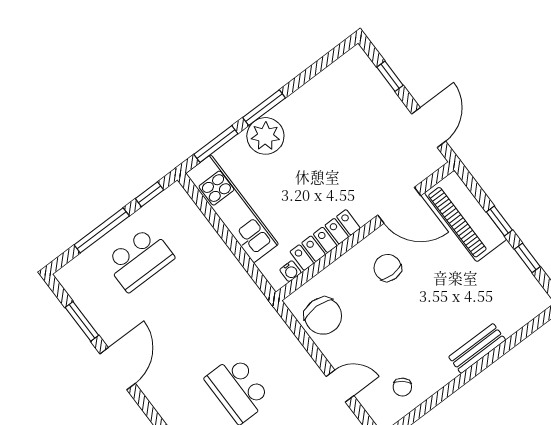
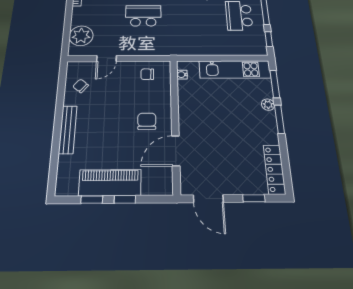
plant: (265, 136) -> (268, 105), width x0.53, depth x0.53
piano: (466, 216) -> (110, 183), moved
locker: (325, 240) -> (274, 169), moved, turned 180
chair: (388, 268) -> (147, 121), turned -90
chair: (323, 316) -> (147, 74), width x0.54, depth x0.54
bench: (477, 348) -> (68, 129), width x1.36

